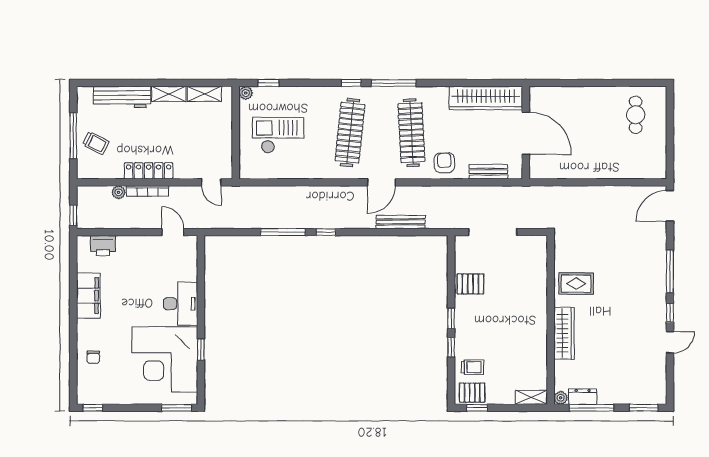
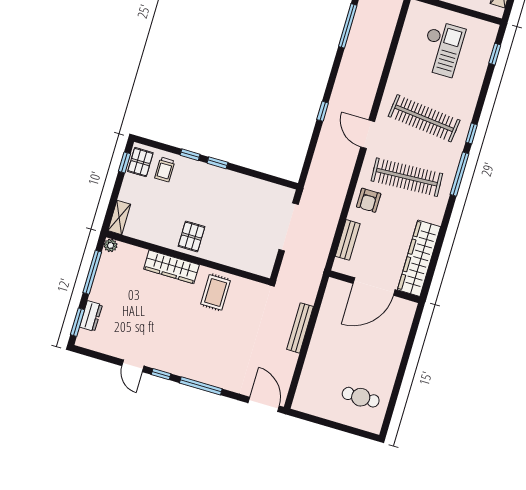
plant: (246, 93) -> (492, 29), removed
armchair: (444, 163) -> (369, 200), turned 92
bench: (401, 222) -> (300, 328), moved
window: (326, 232) -> (323, 111), moved
pallet: (470, 284) -> (192, 236), moved
dresser: (583, 397) -> (91, 316), moved

